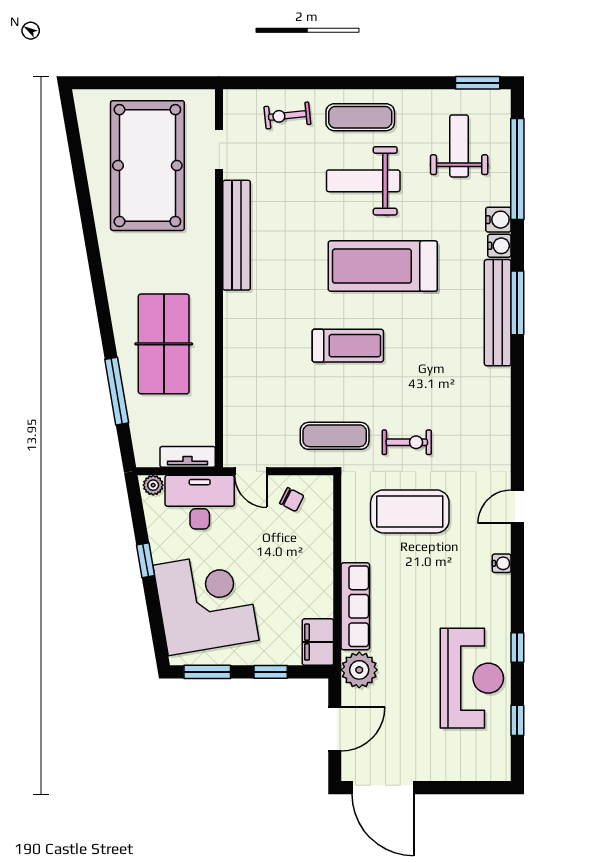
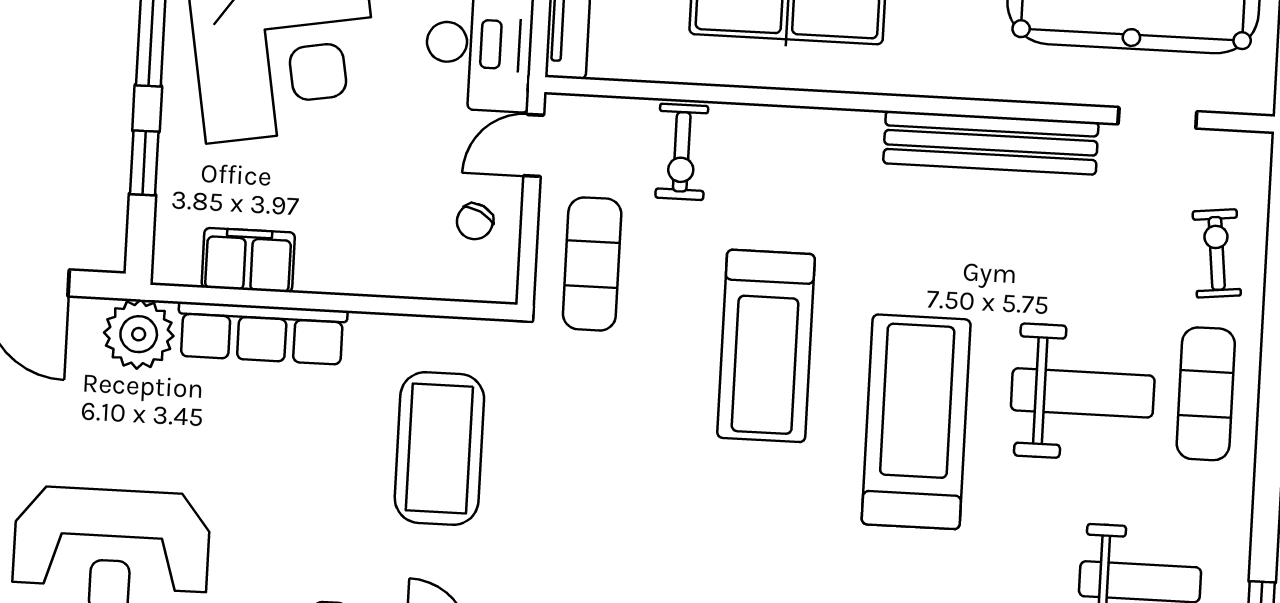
weight bench: (363, 181) -> (1083, 393), turned 90
treadmill: (348, 346) -> (766, 346), width x1.37, depth x1.38
exercise mat: (335, 436) -> (592, 264), moved
exercise bike: (407, 442) -> (682, 152), moved
filing cabinet: (318, 642) -> (248, 260), moved

